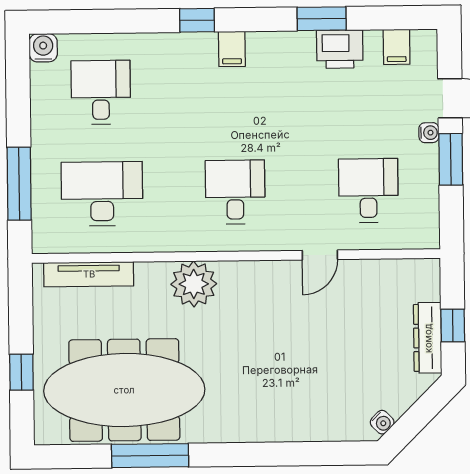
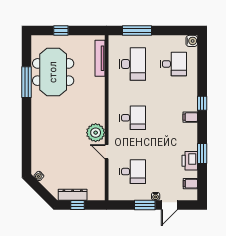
plant: (194, 284) -> (96, 133), moved
meeting table: (124, 390) -> (53, 72), width x0.73

